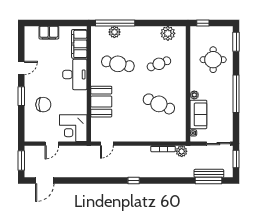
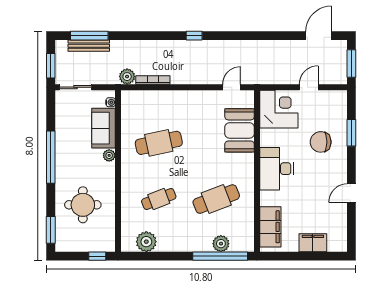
cafe table: (118, 64) -> (216, 199), turned -33
desk: (75, 74) -> (277, 169), moved
window: (21, 96) -> (351, 133), moved
booth: (101, 102) -> (239, 130), moved
cafe table: (159, 104) -> (159, 143), turned -36

